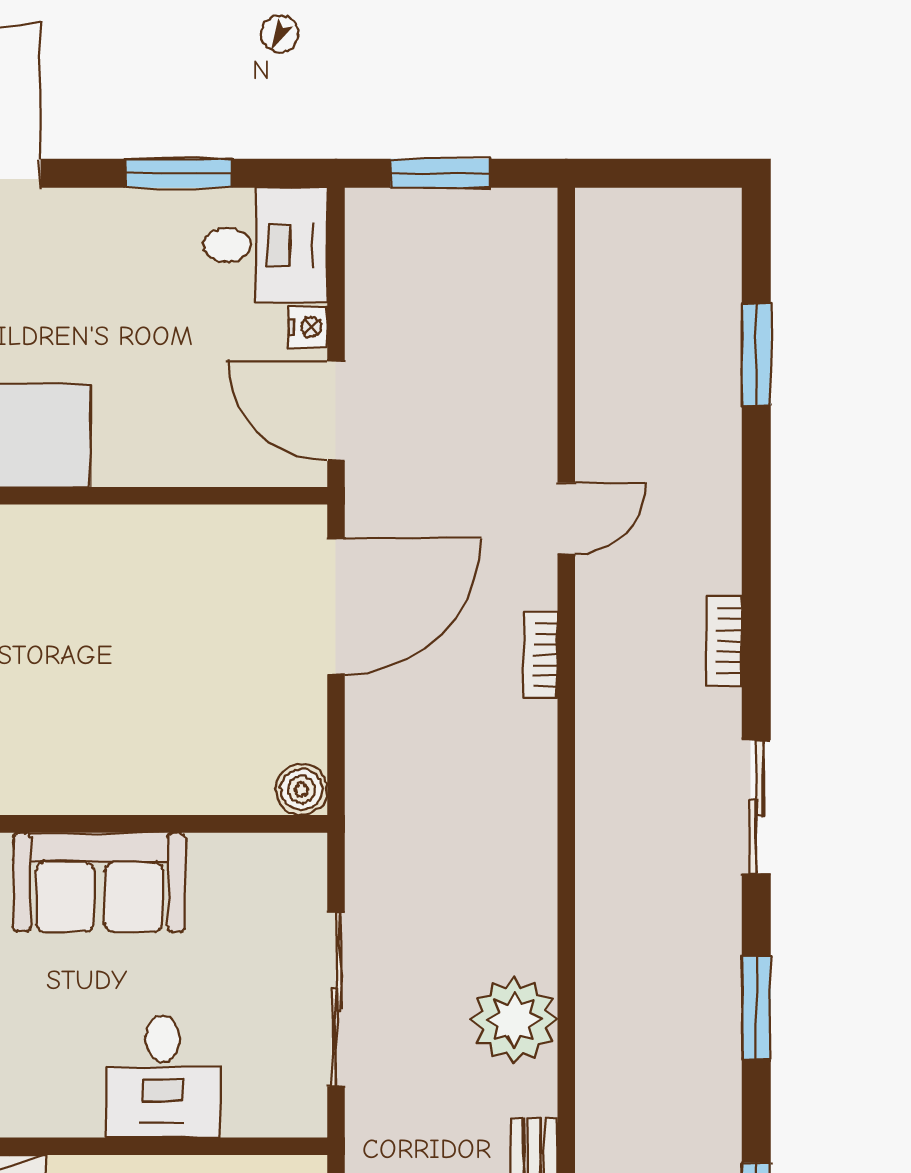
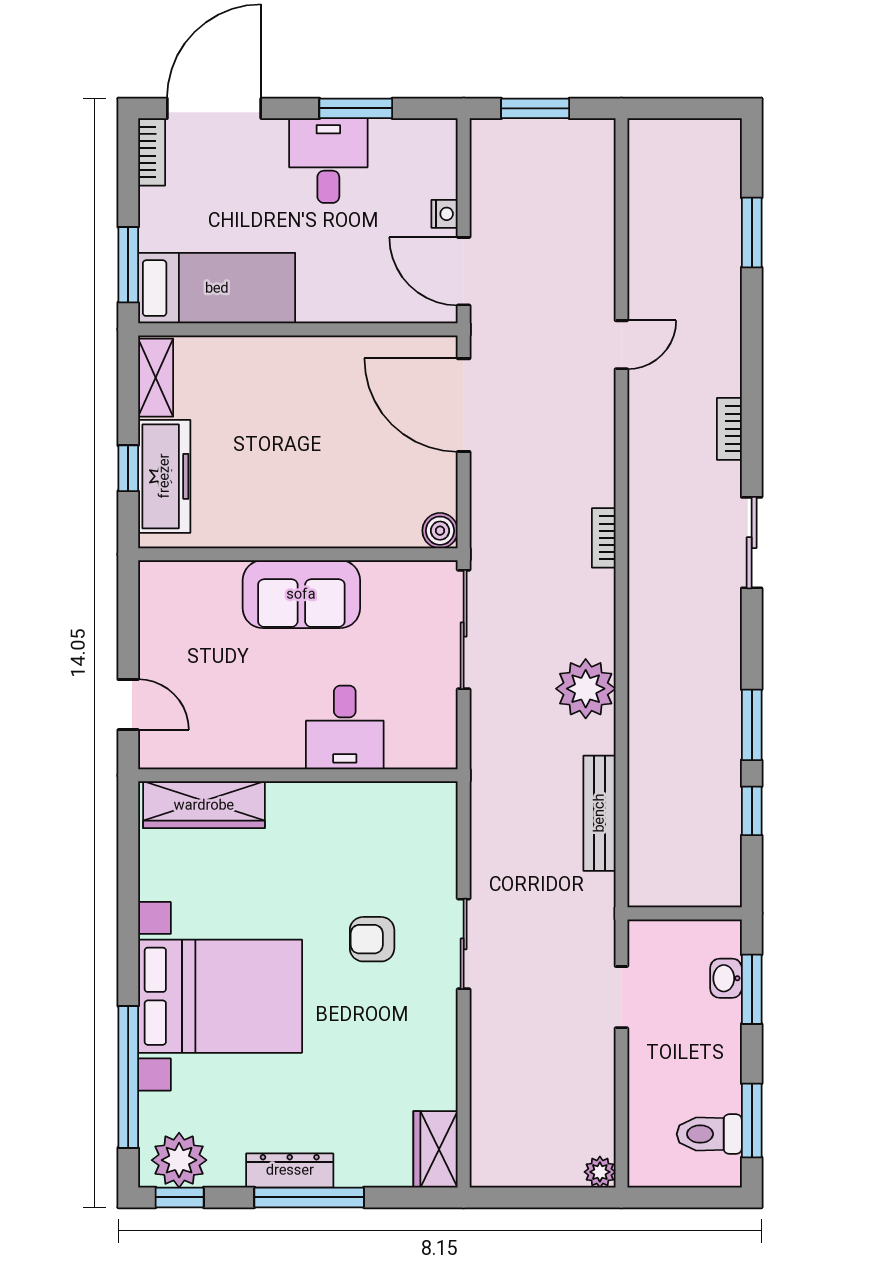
desk: (266, 245) -> (328, 161), moved, turned -90
door: (336, 606) -> (464, 405), swing flipped
bookcase: (540, 655) -> (604, 538), moved
sliding door: (336, 999) -> (464, 630), moved
window: (756, 1008) -> (752, 725), moved

